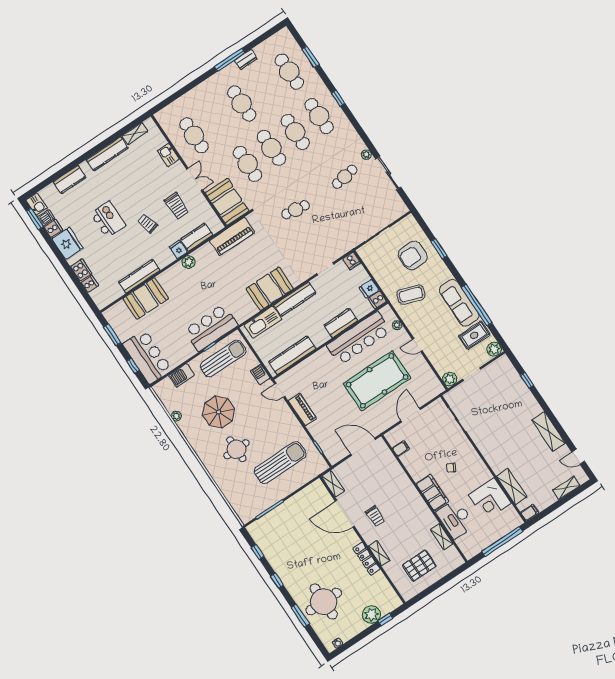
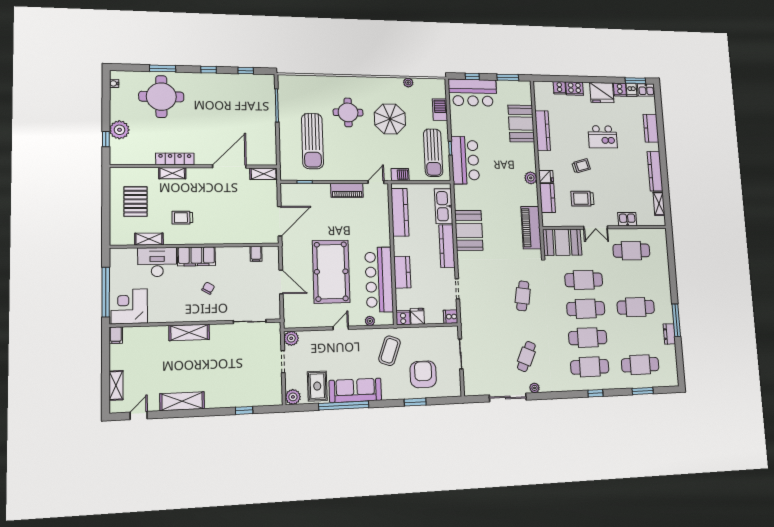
cafe table: (345, 177) -> (526, 357), turned 33
shelving: (512, 487) -> (189, 332), moved
corner desk: (490, 499) -> (129, 306), moved
trolley: (375, 516) -> (182, 218), moved

